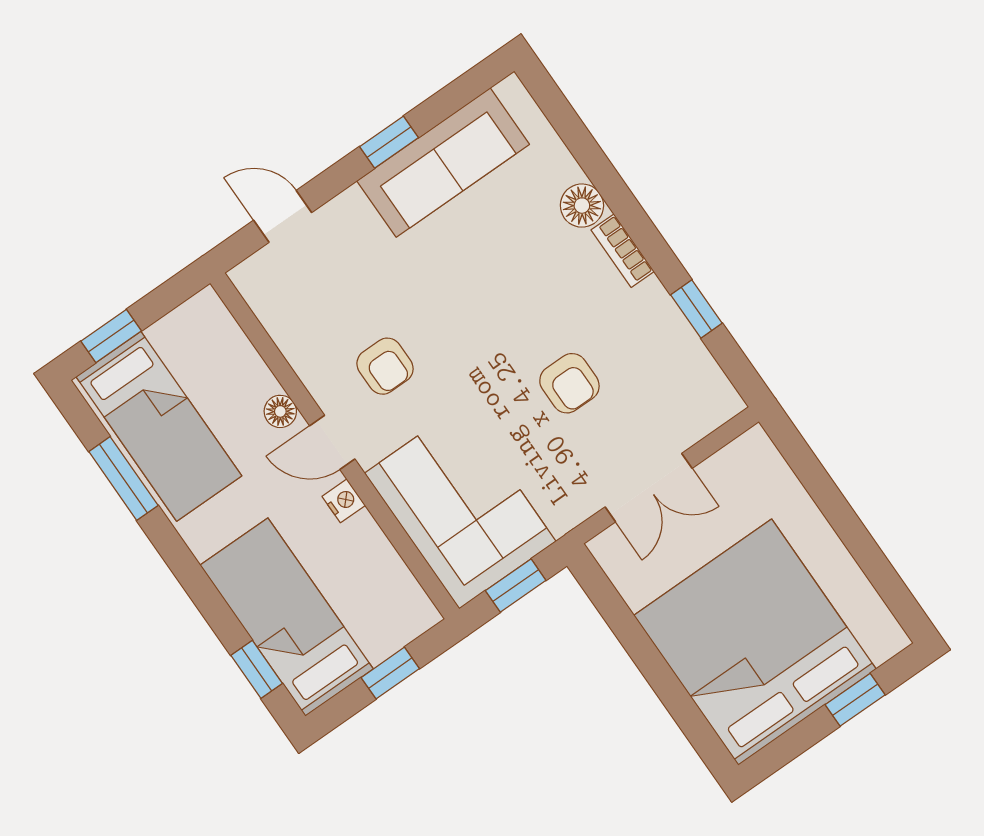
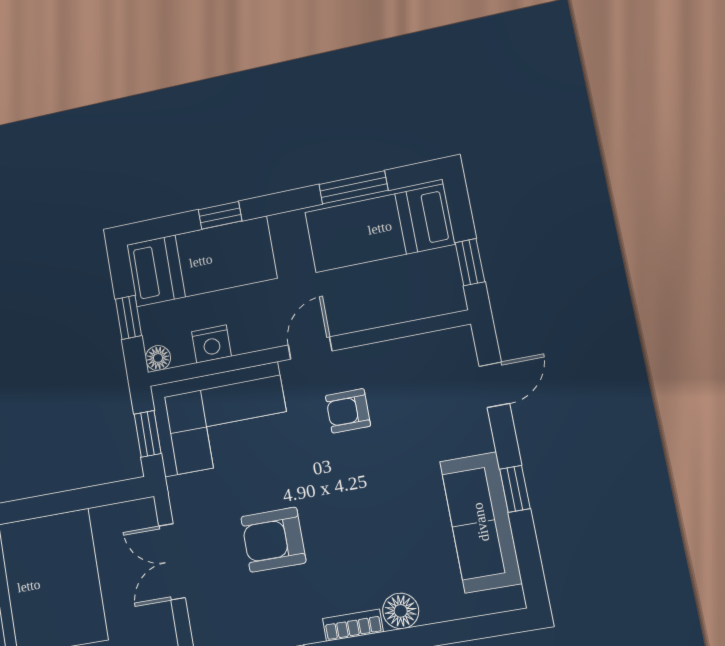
window: (111, 336) -> (470, 262), moved
armchair: (569, 383) -> (273, 540), width x1.38, depth x1.38
floor lamp: (280, 411) -> (158, 358), moved
nightstand: (344, 501) -> (211, 344), moved, width x1.39, depth x1.35
window: (257, 669) -> (220, 215), moved

